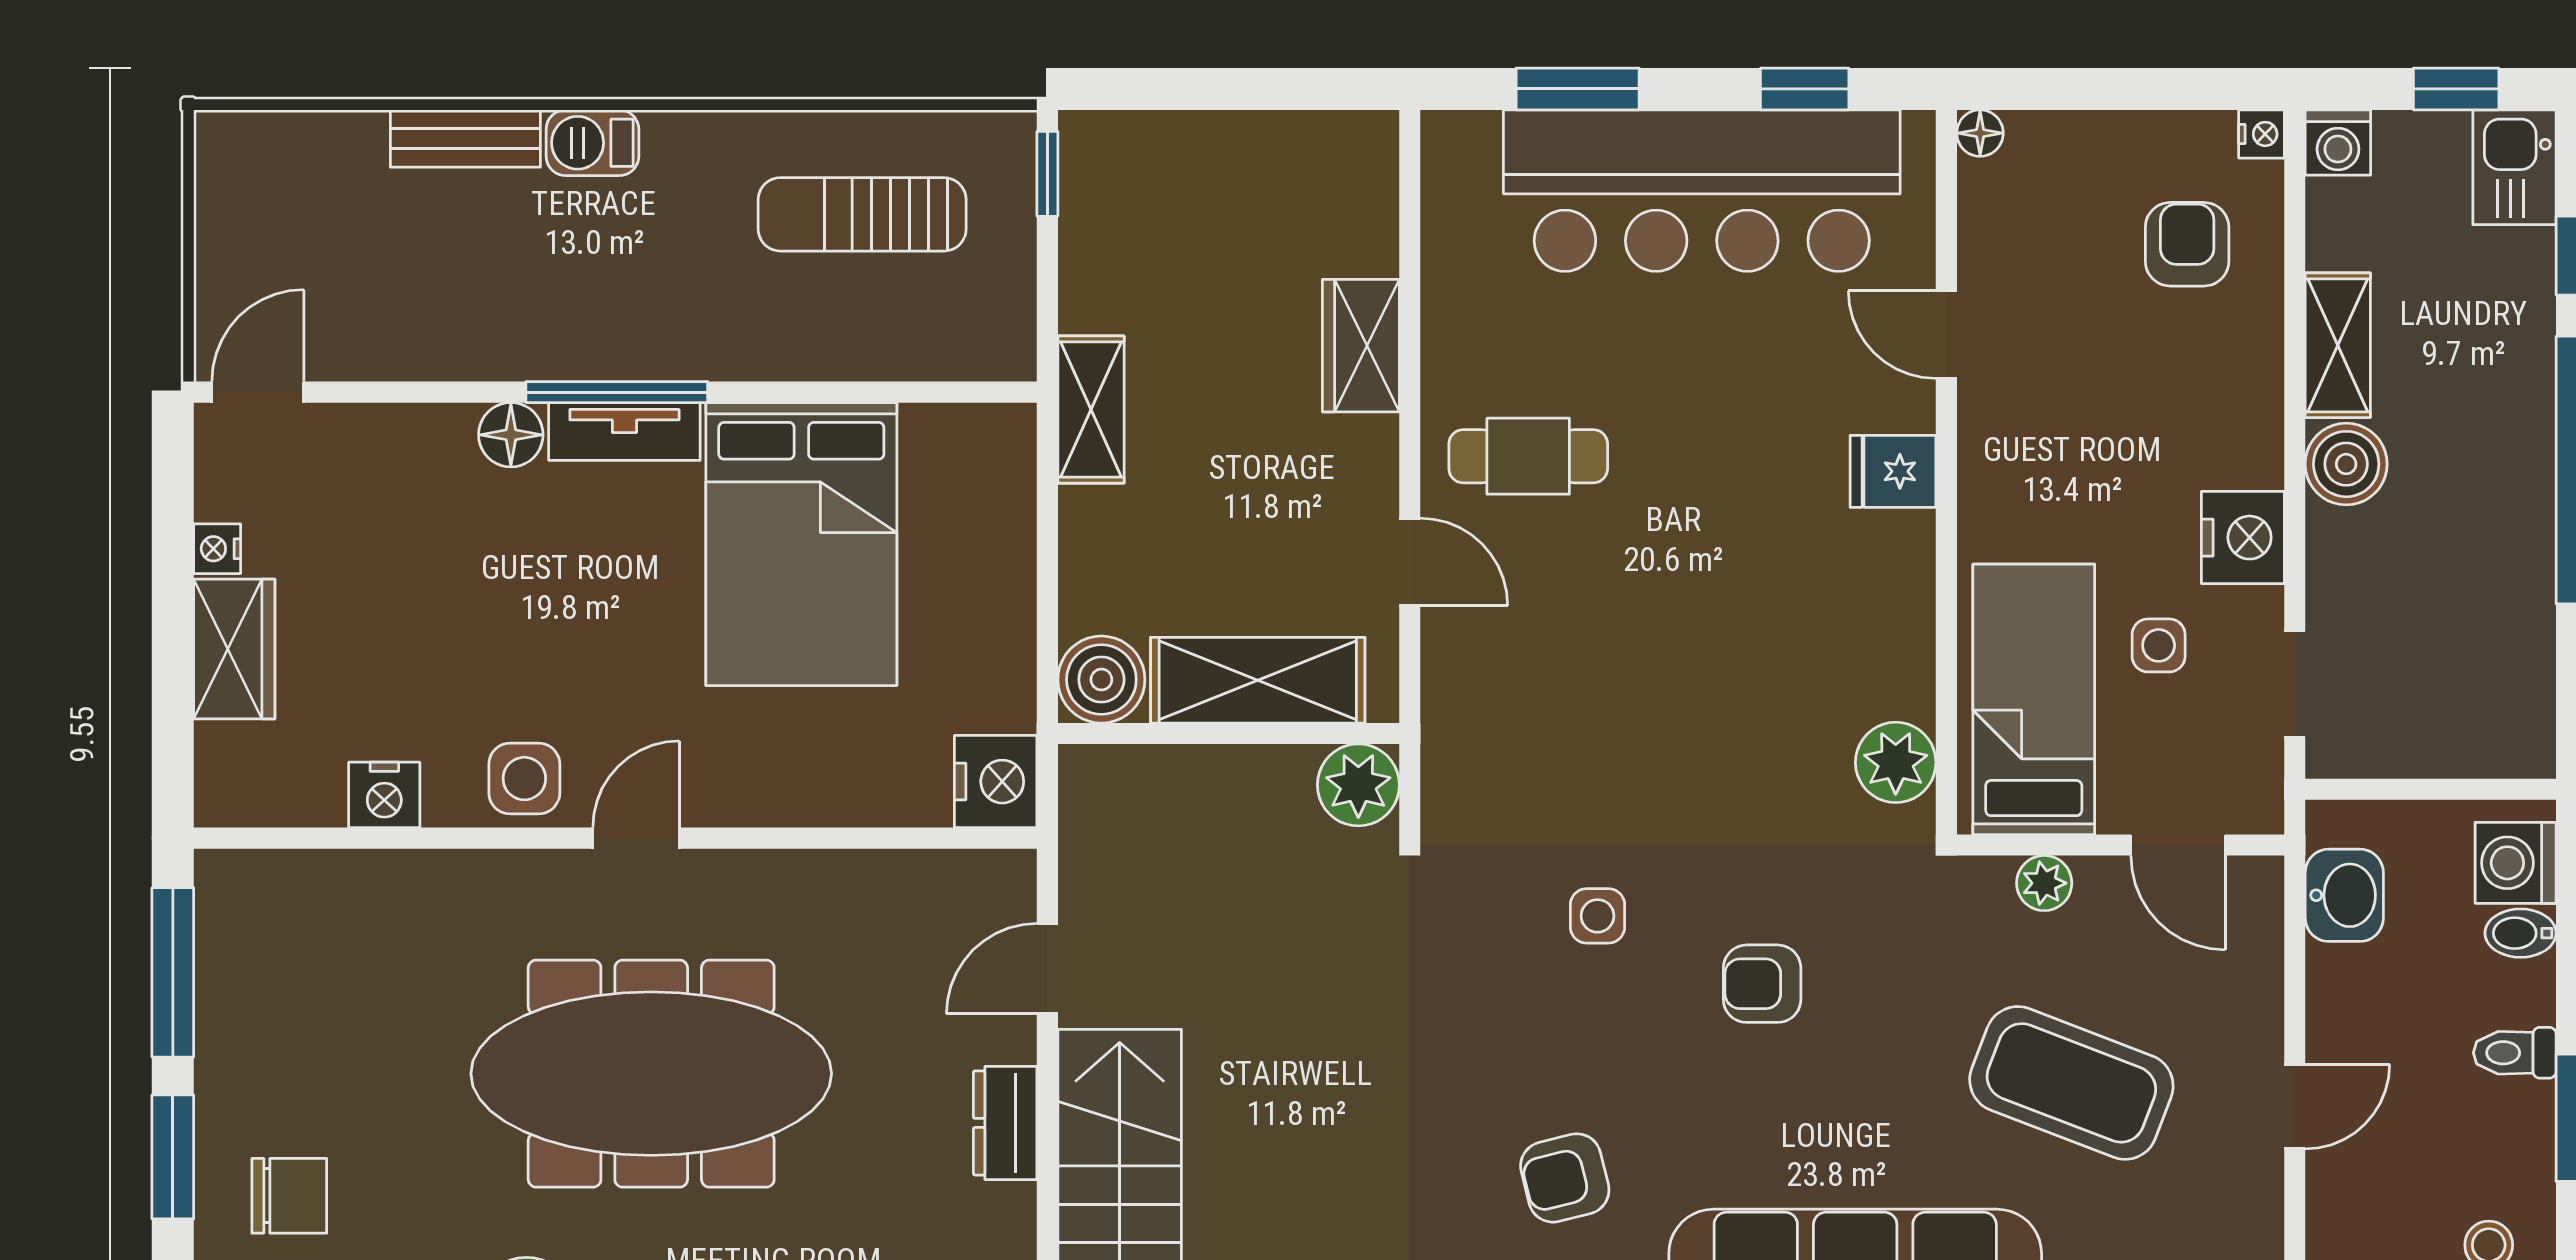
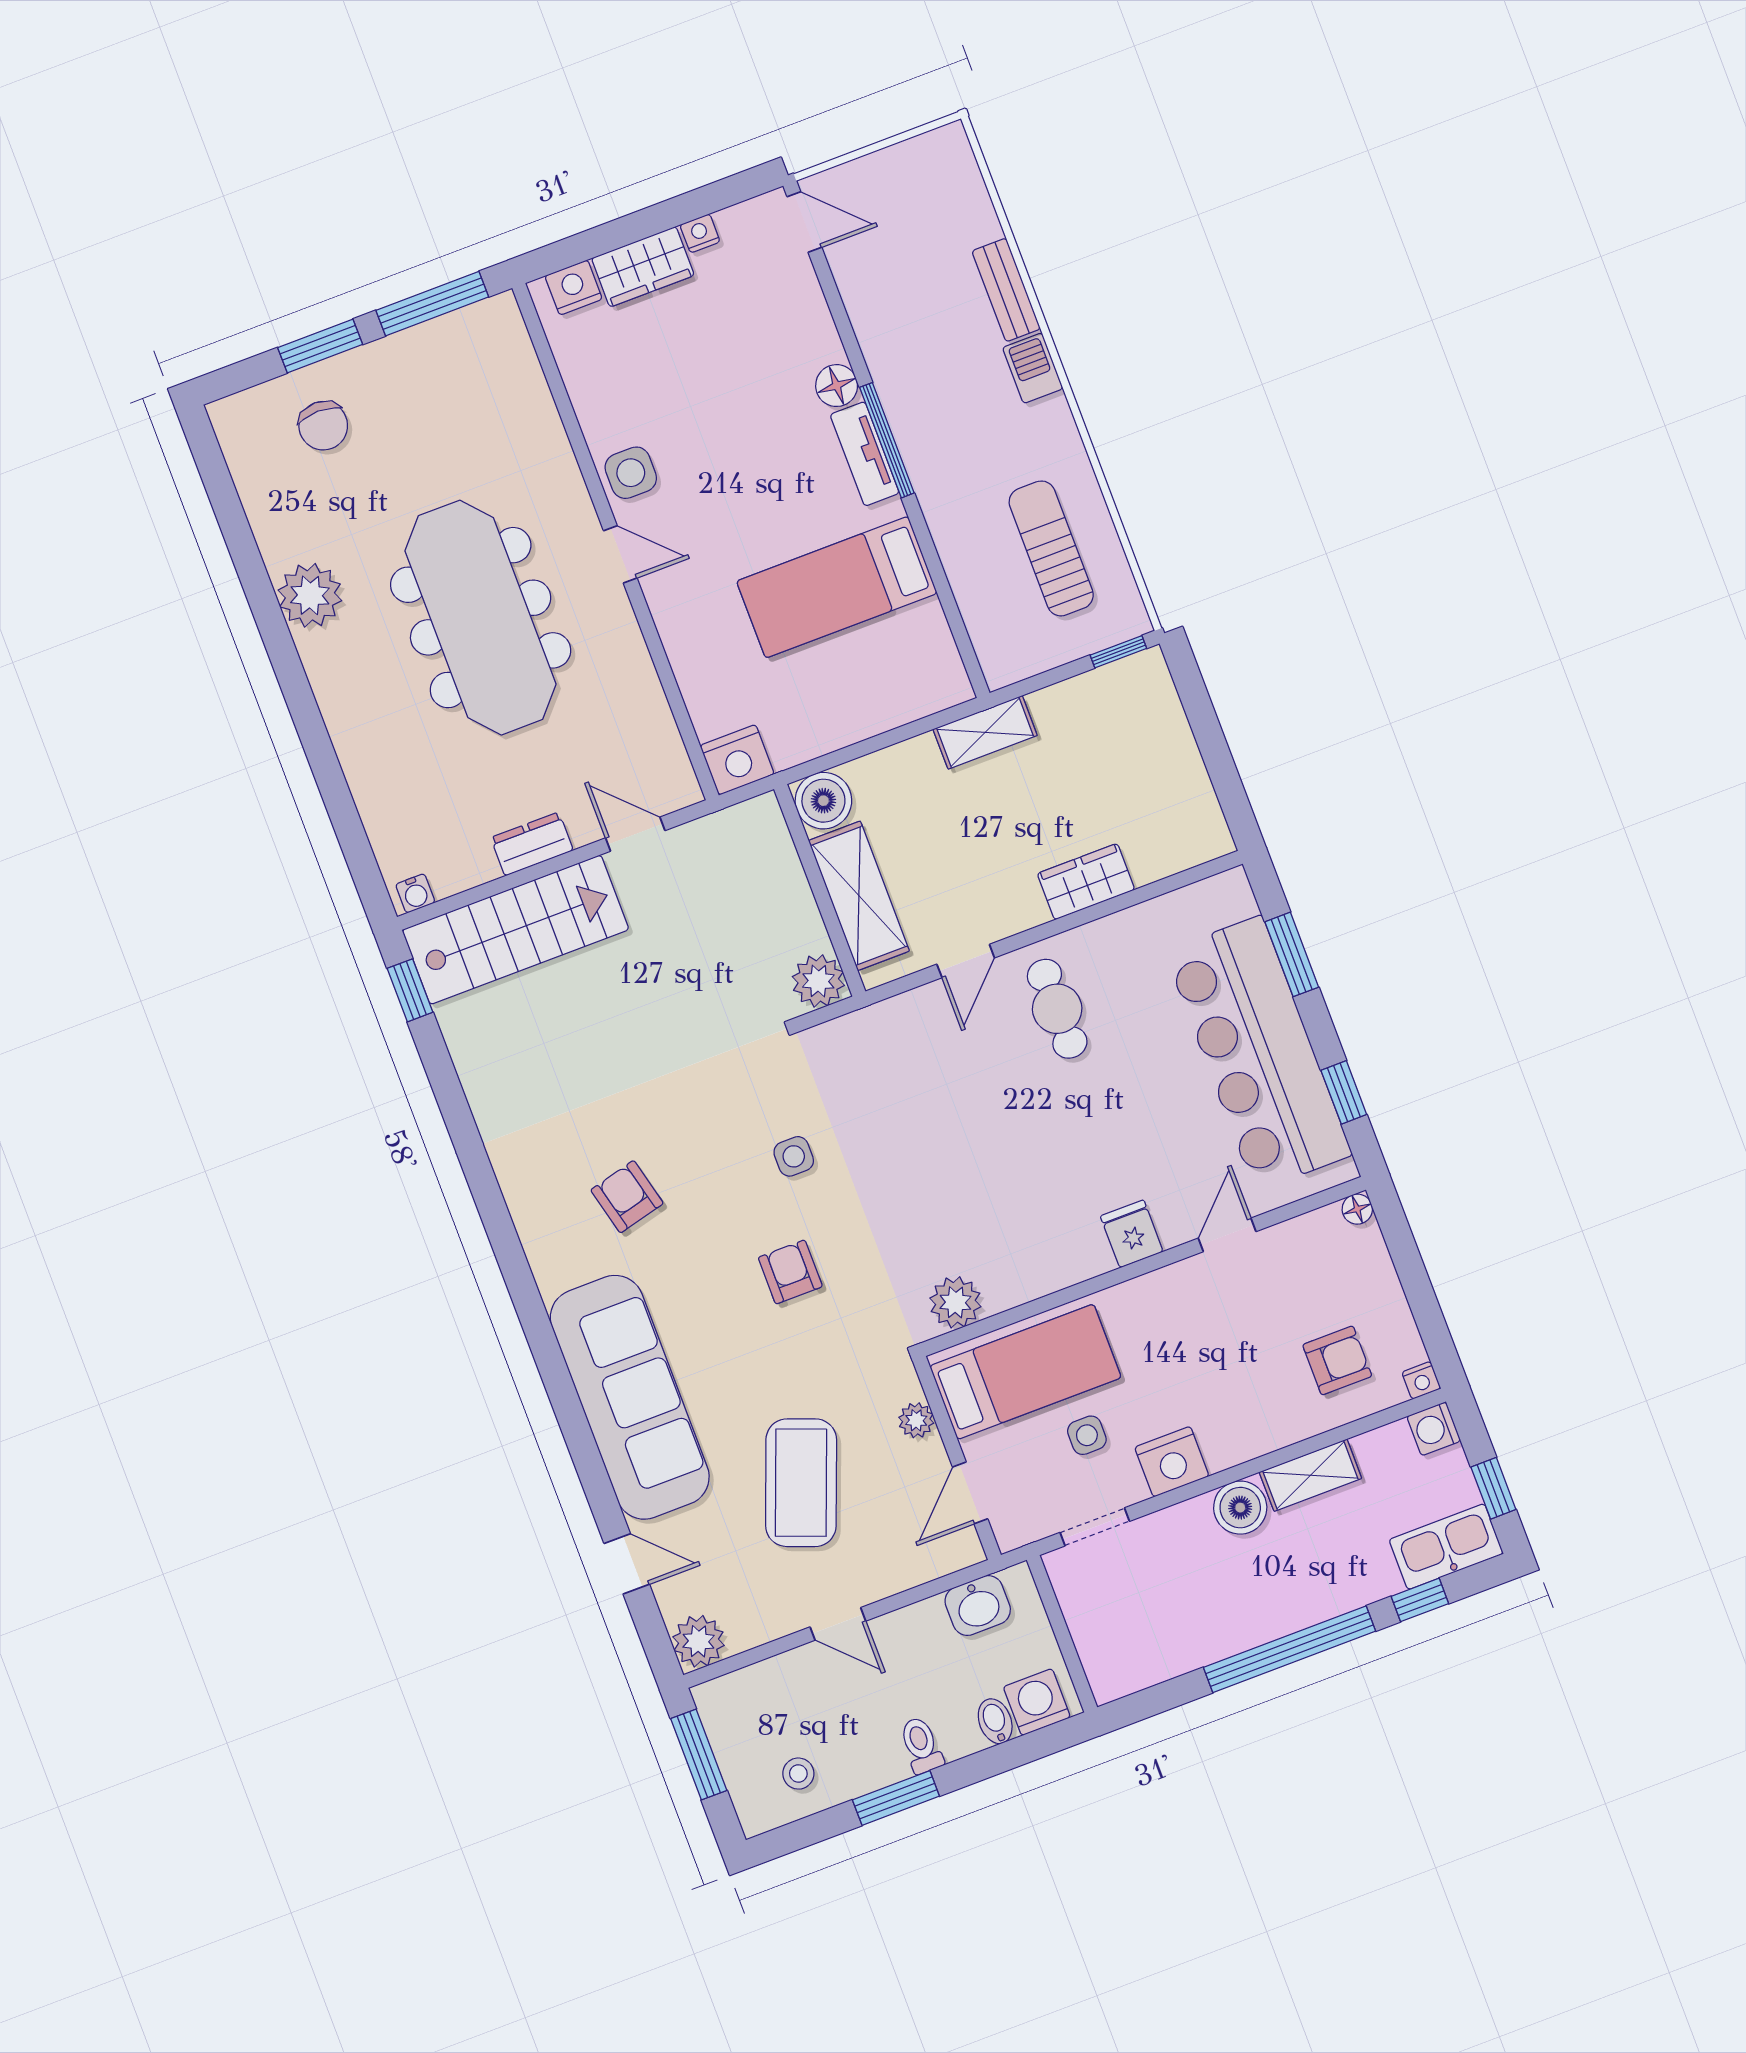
kitchen sink: (2514, 167) -> (1446, 1547), width x1.38
bed: (801, 544) -> (837, 587), width x0.67
nightstand: (384, 795) -> (574, 287), moved, turned 90

